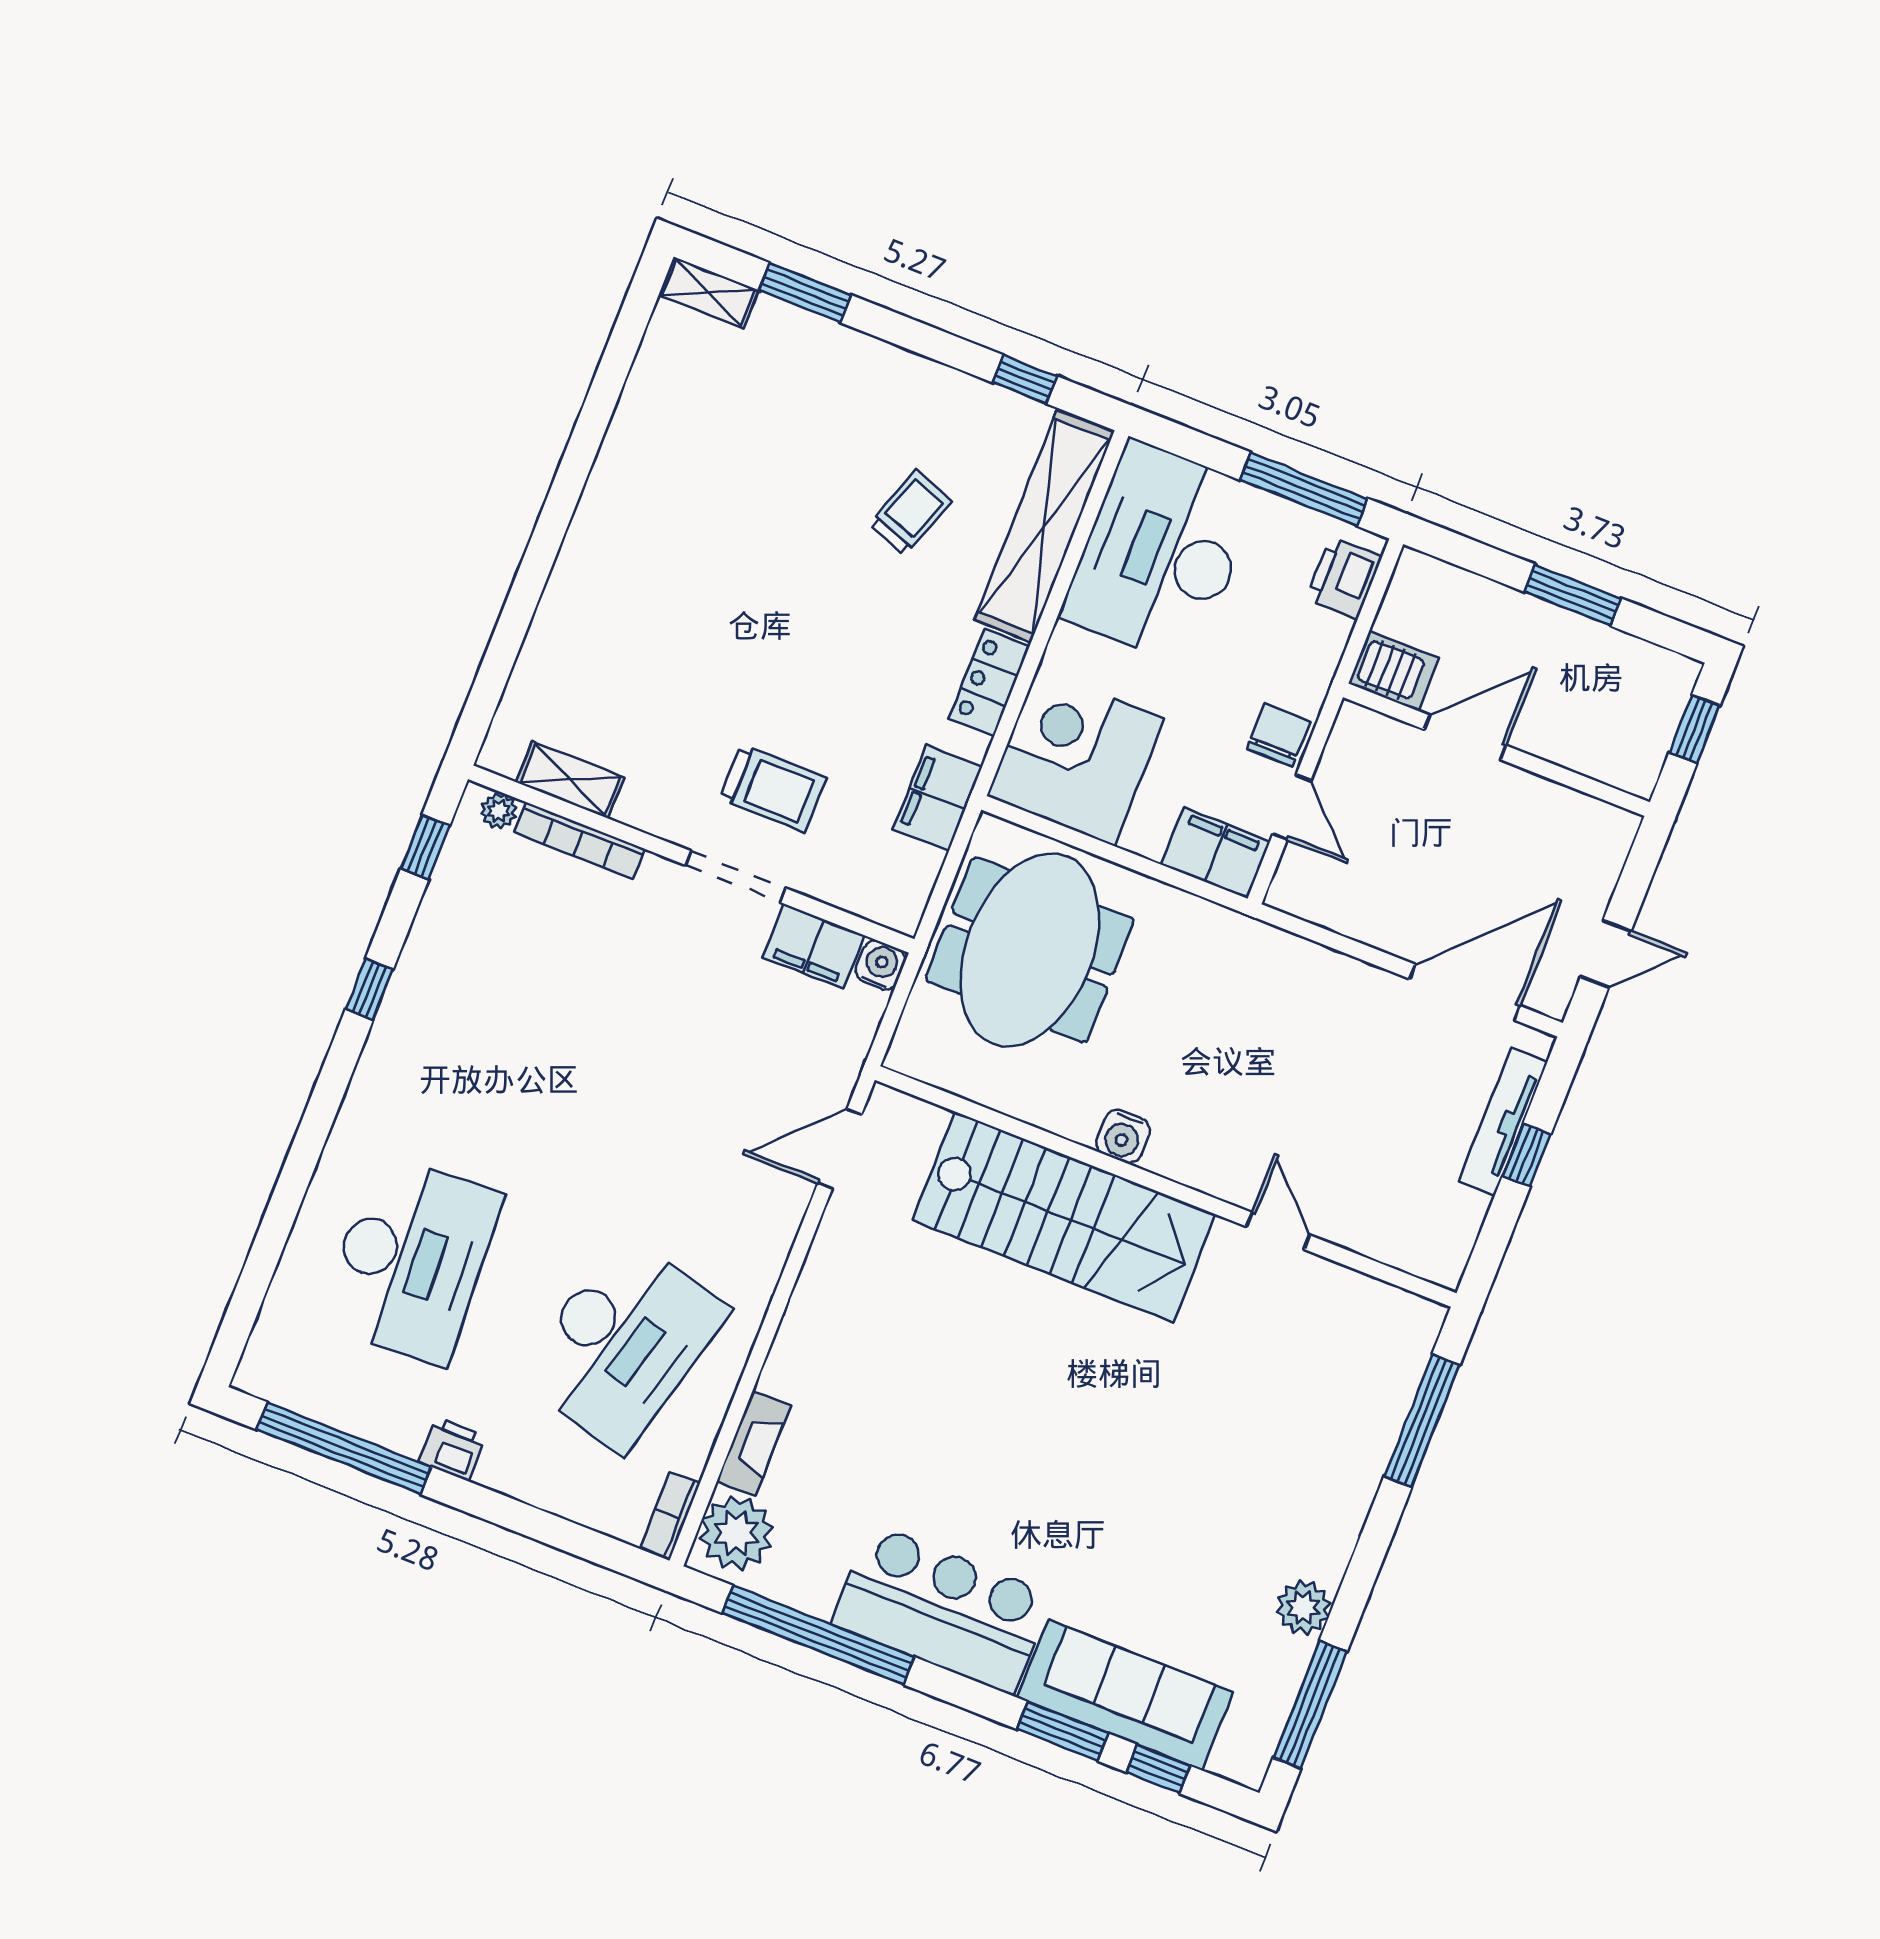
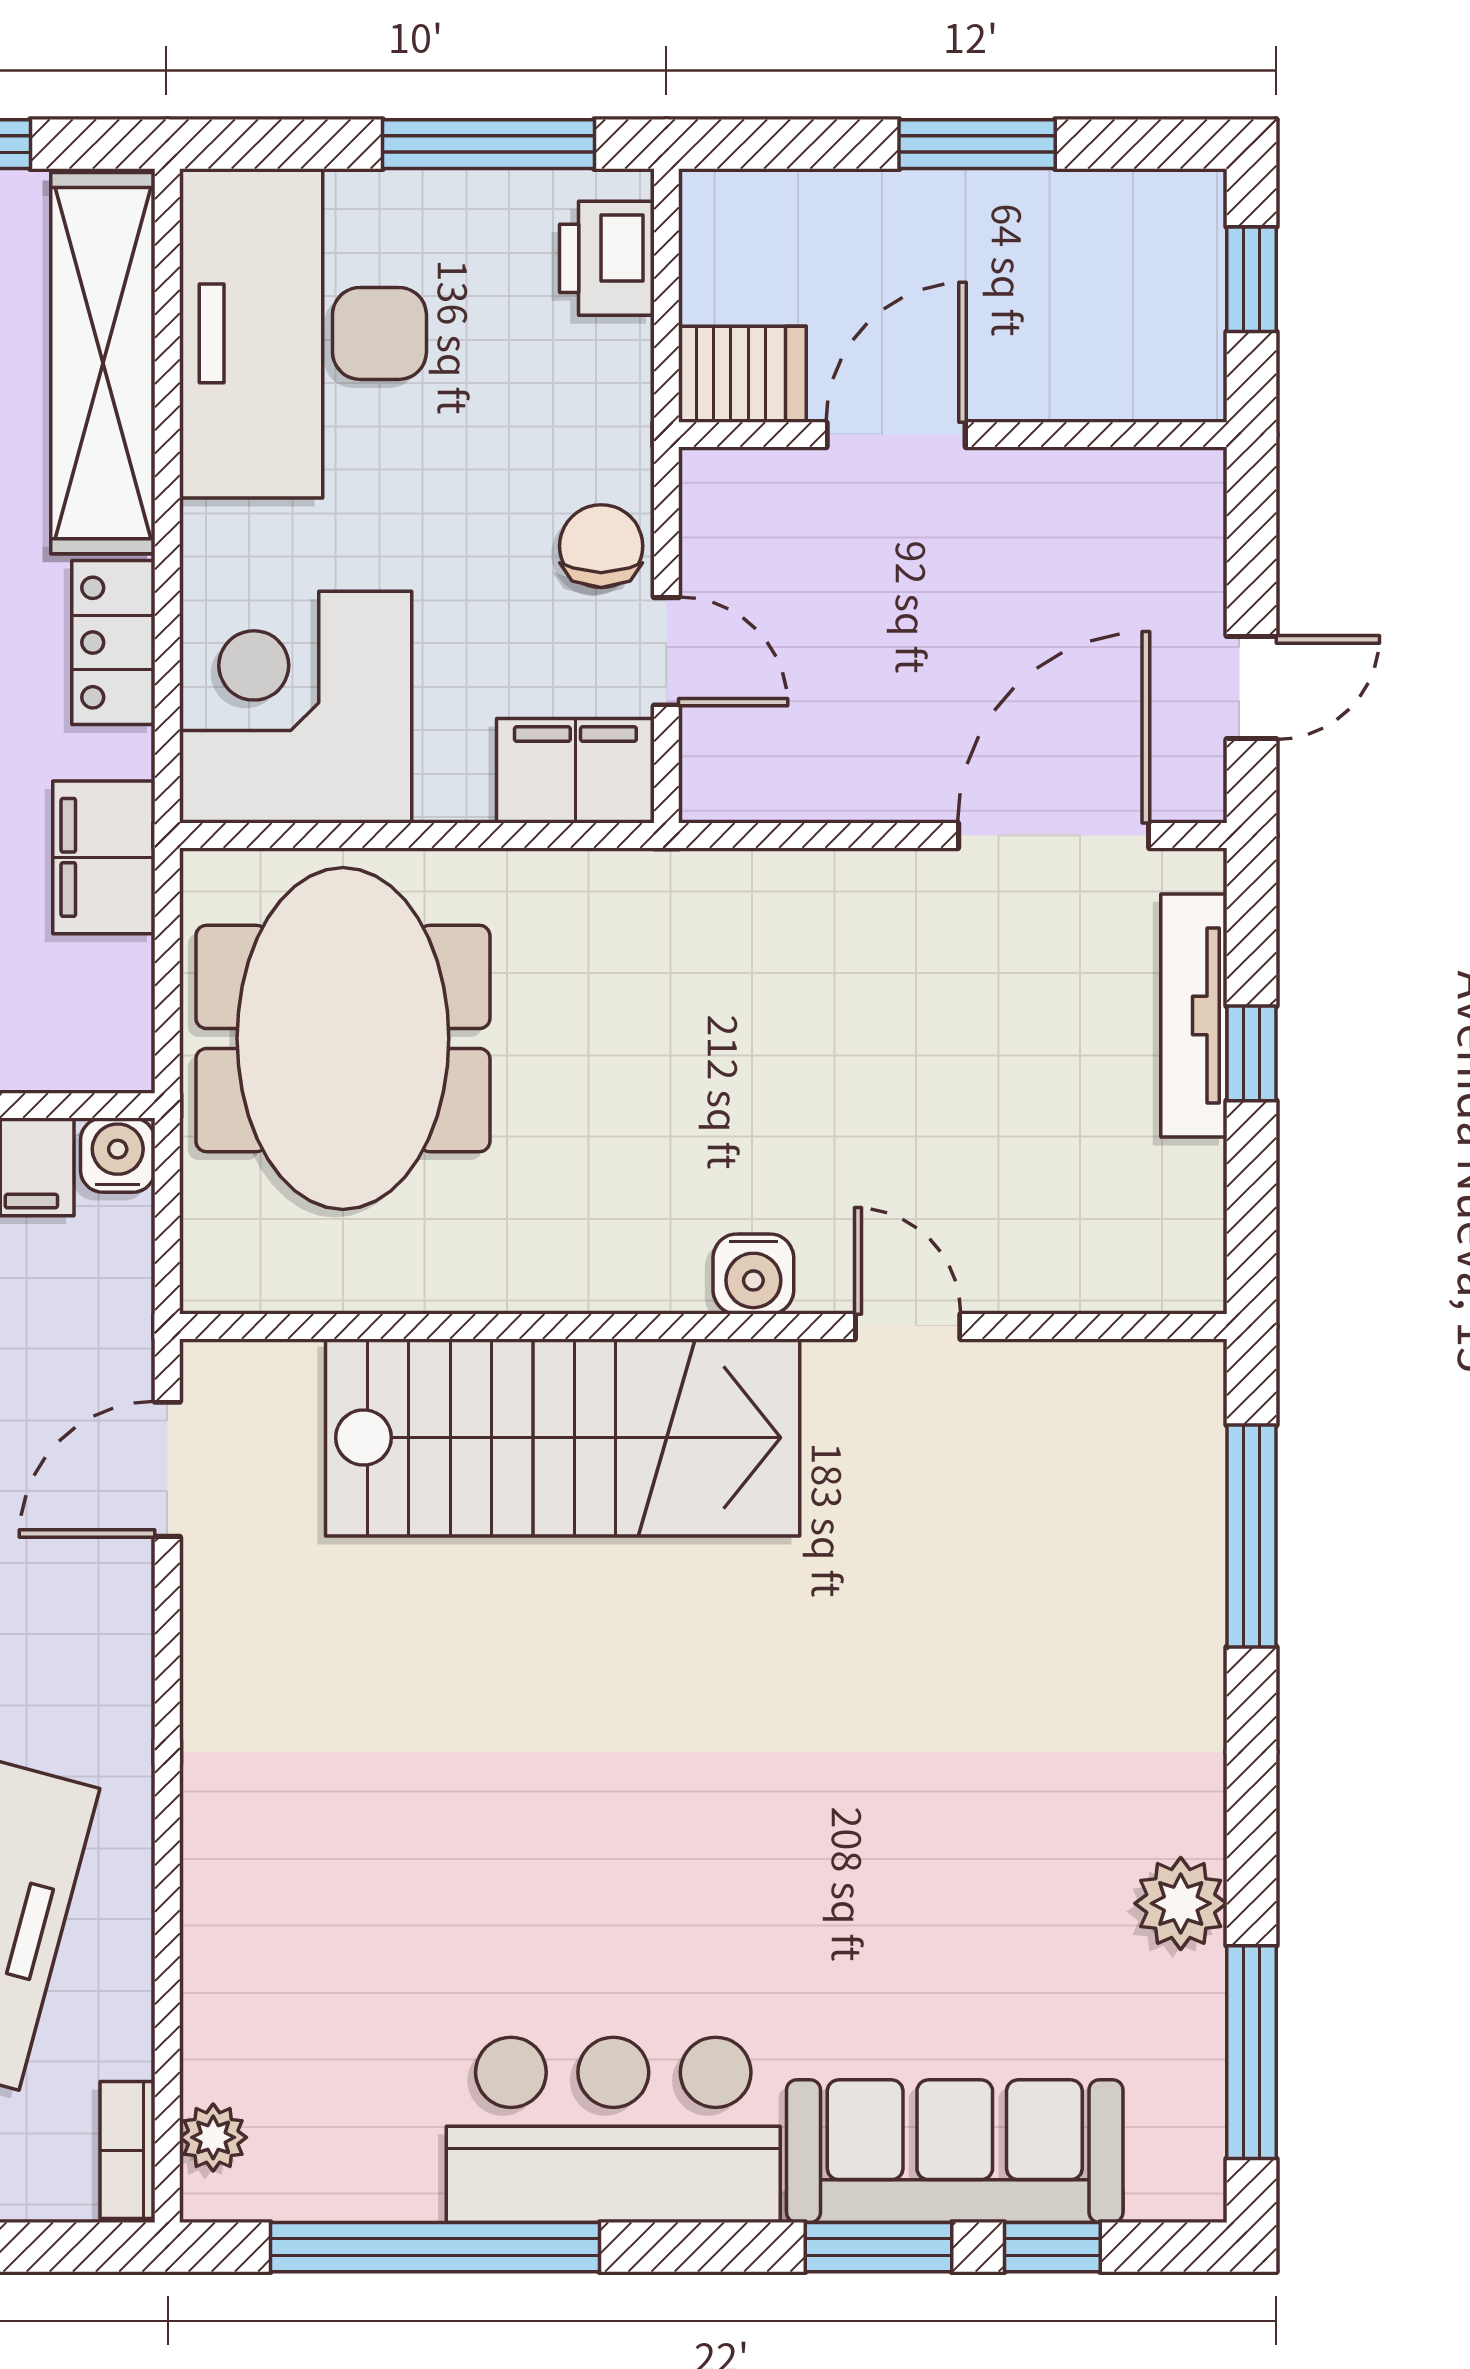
water cooler: (1123, 1136) -> (753, 1274), moved
fireplace: (754, 1443) -> (215, 1986), removed
plant: (736, 1533) -> (213, 2137), width x0.53, depth x0.53

